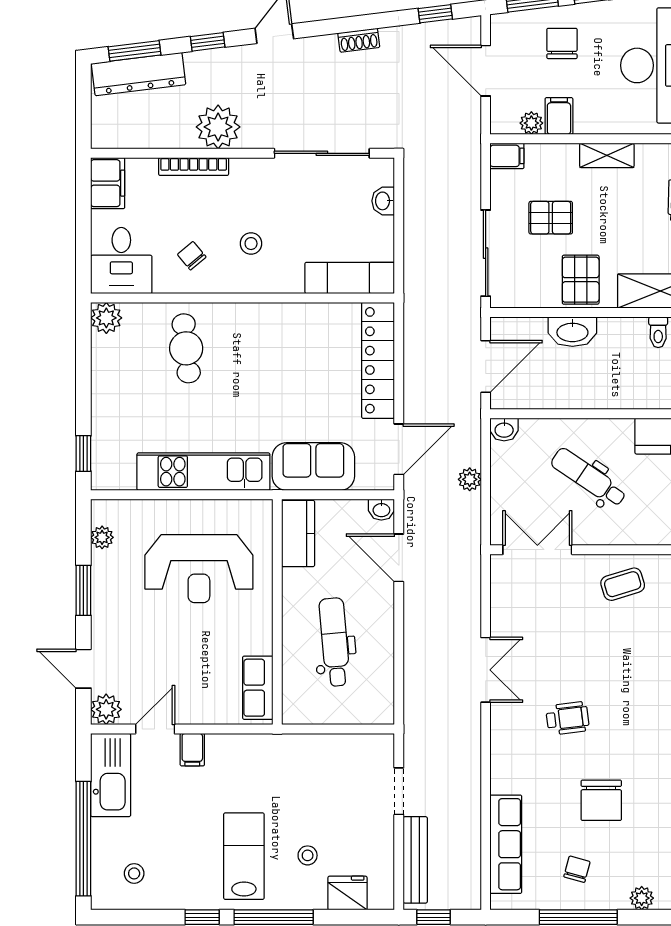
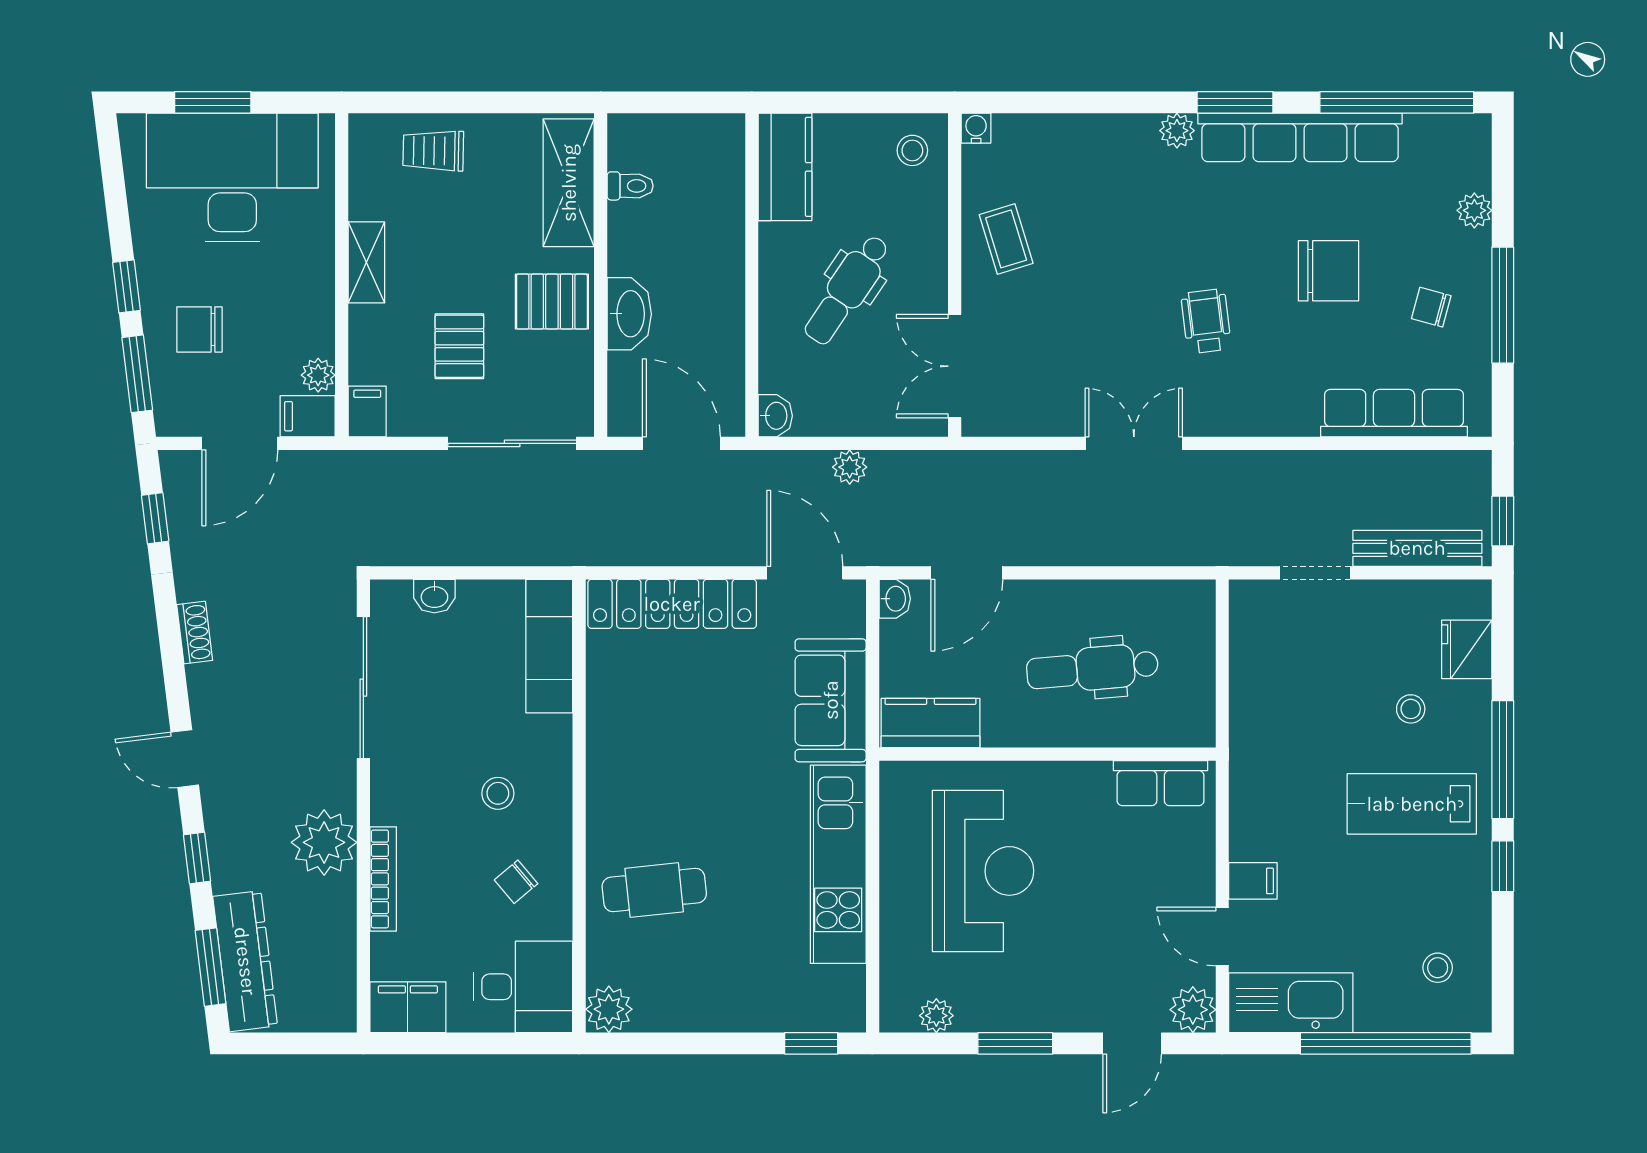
filing cabinet: (559, 116) -> (308, 416), moved

